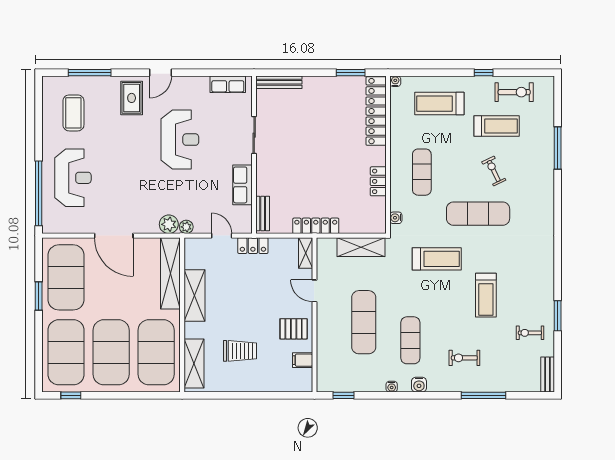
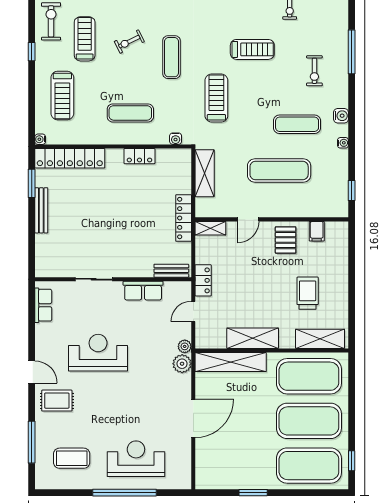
bench: (279, 82) -> (41, 210), moved
window: (39, 193) -> (124, 493), moved
exercise mat: (478, 214) -> (171, 57), width x0.73, depth x0.69
exercise mat: (66, 277) -> (235, 466), removed

